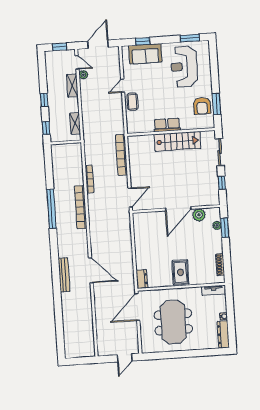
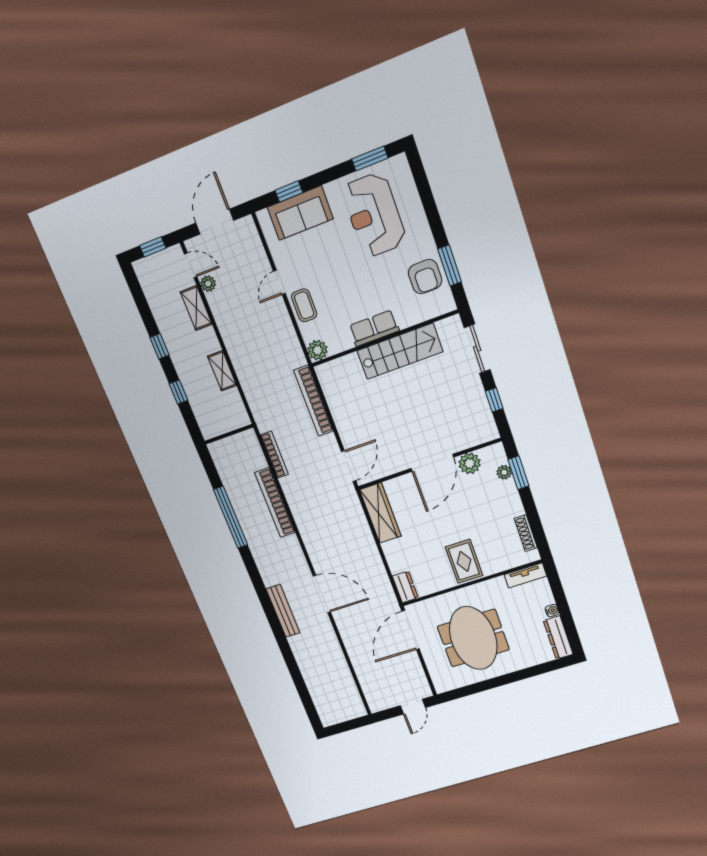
plant: (132, 128) -> (318, 350), added
wall: (66, 142) -> (229, 434), moved
wardrobe: (140, 230) -> (380, 513), added

